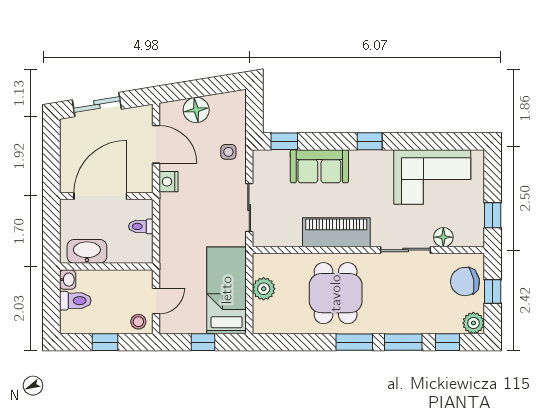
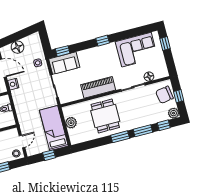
sofa: (319, 166) -> (64, 63), moved
window: (493, 215) -> (165, 43), moved

